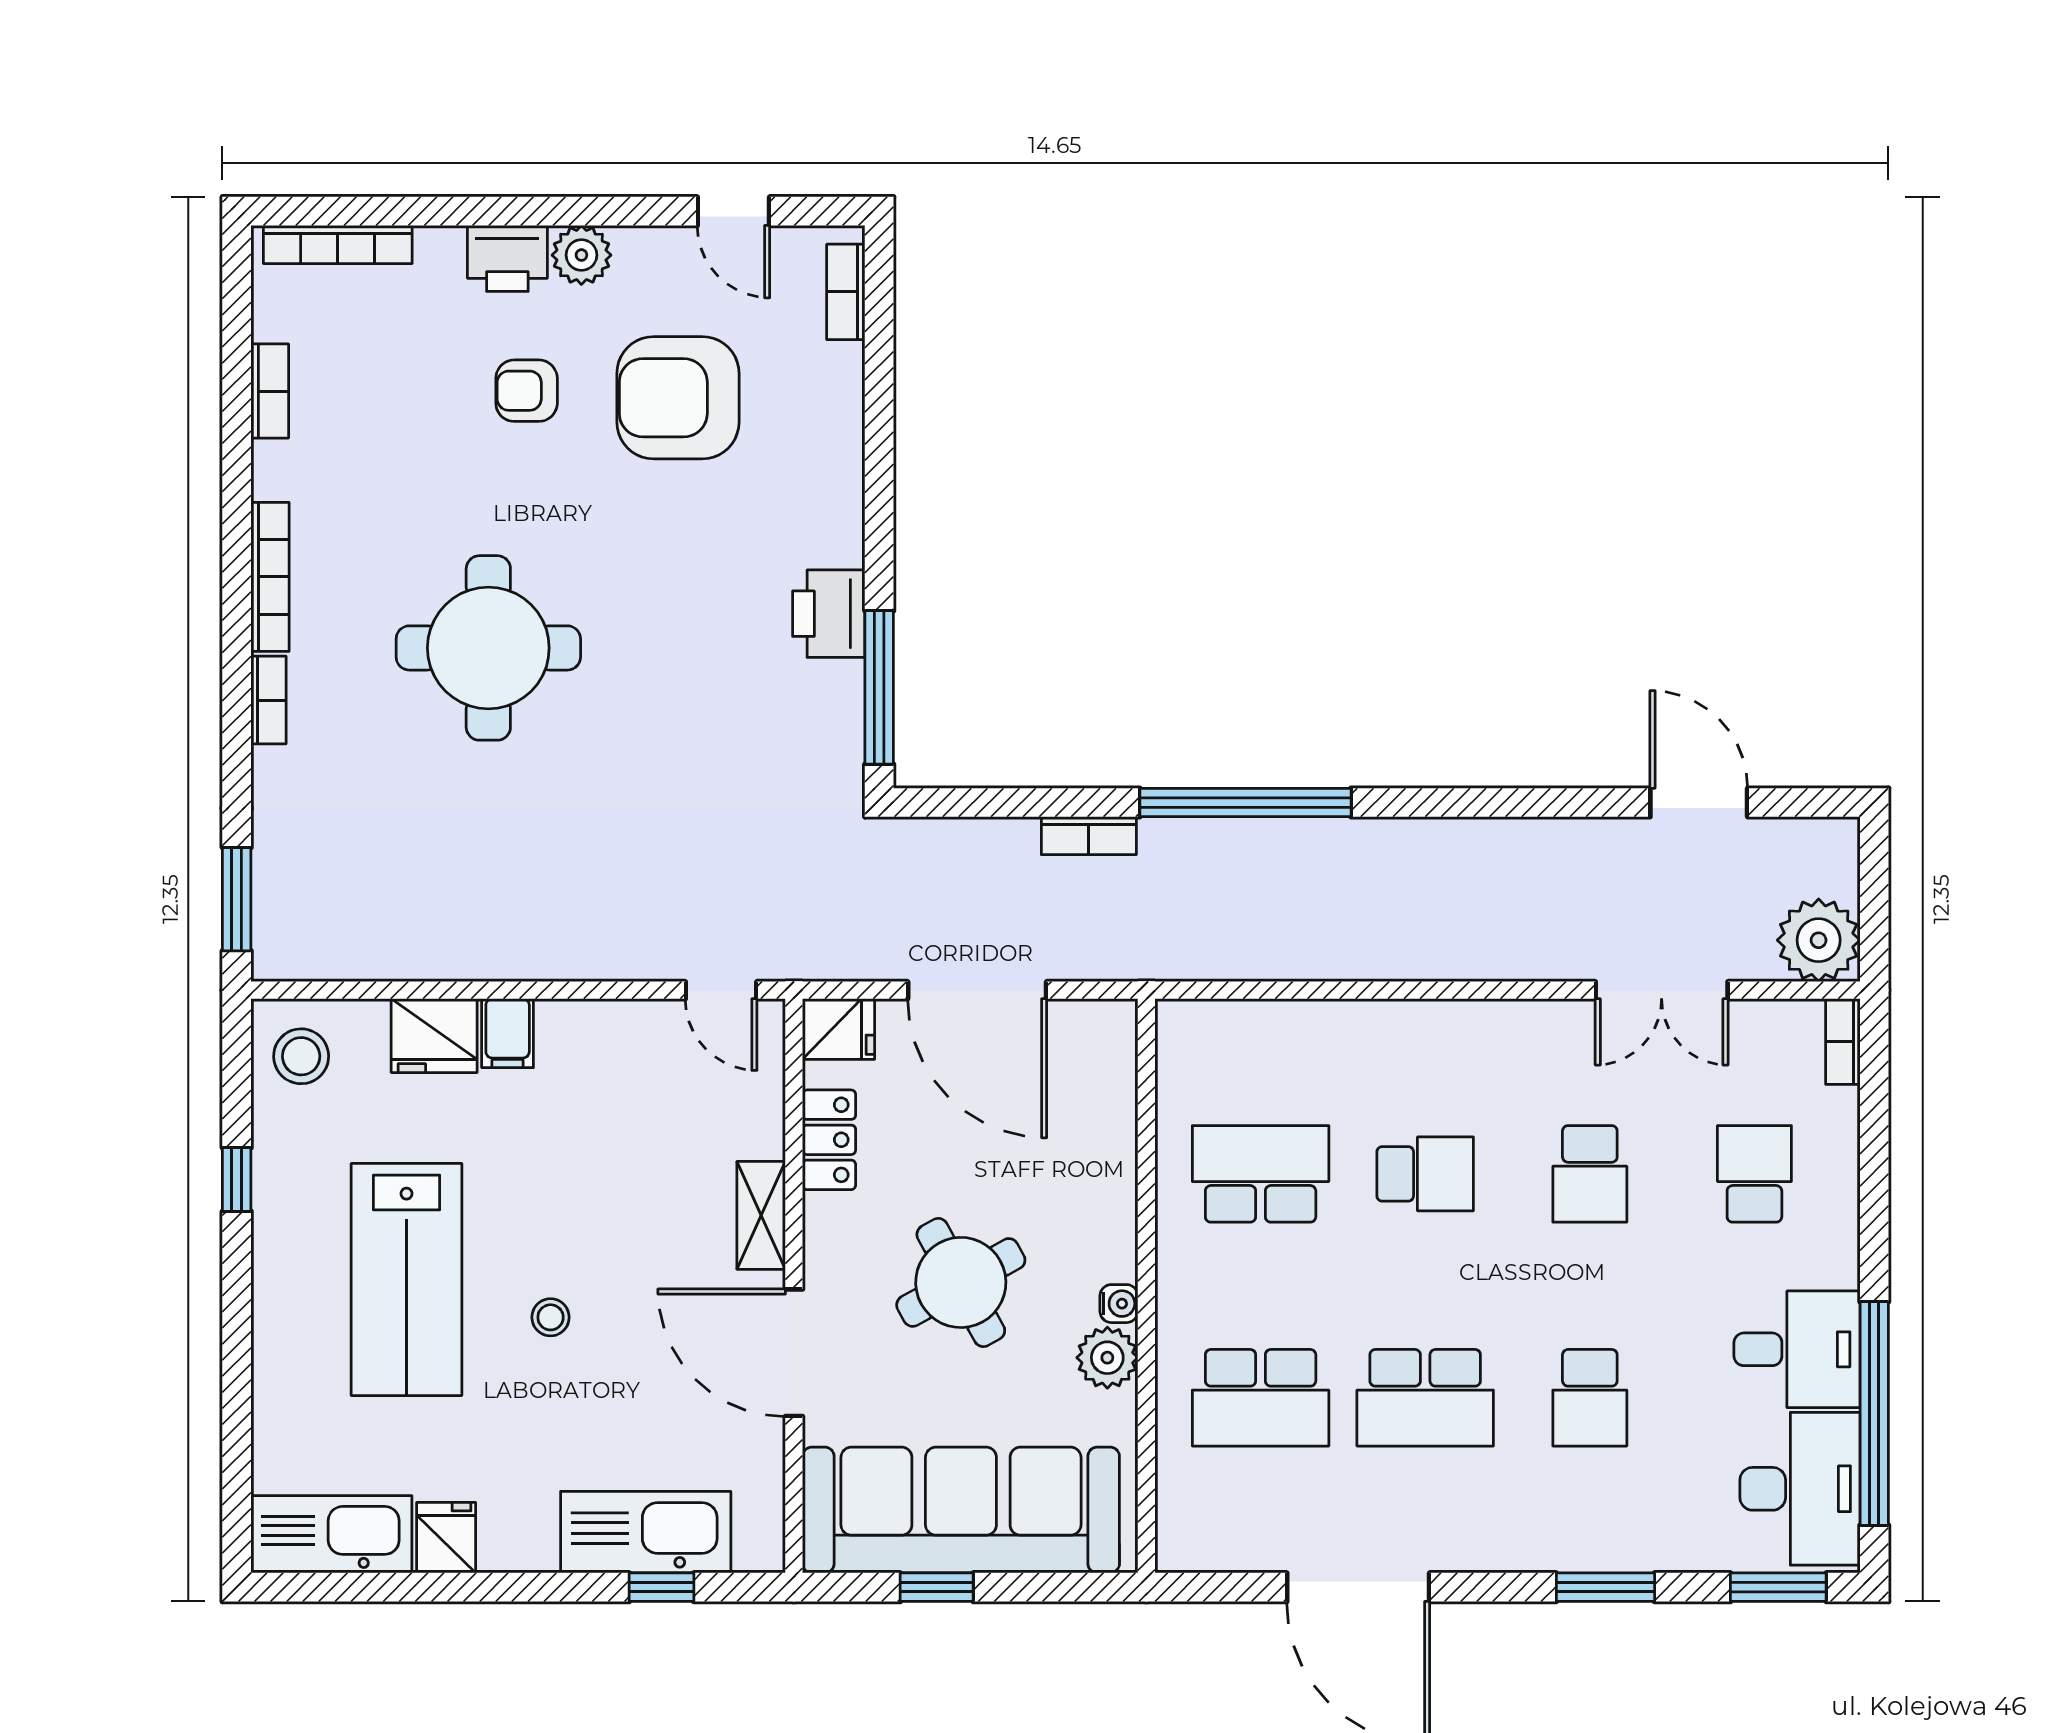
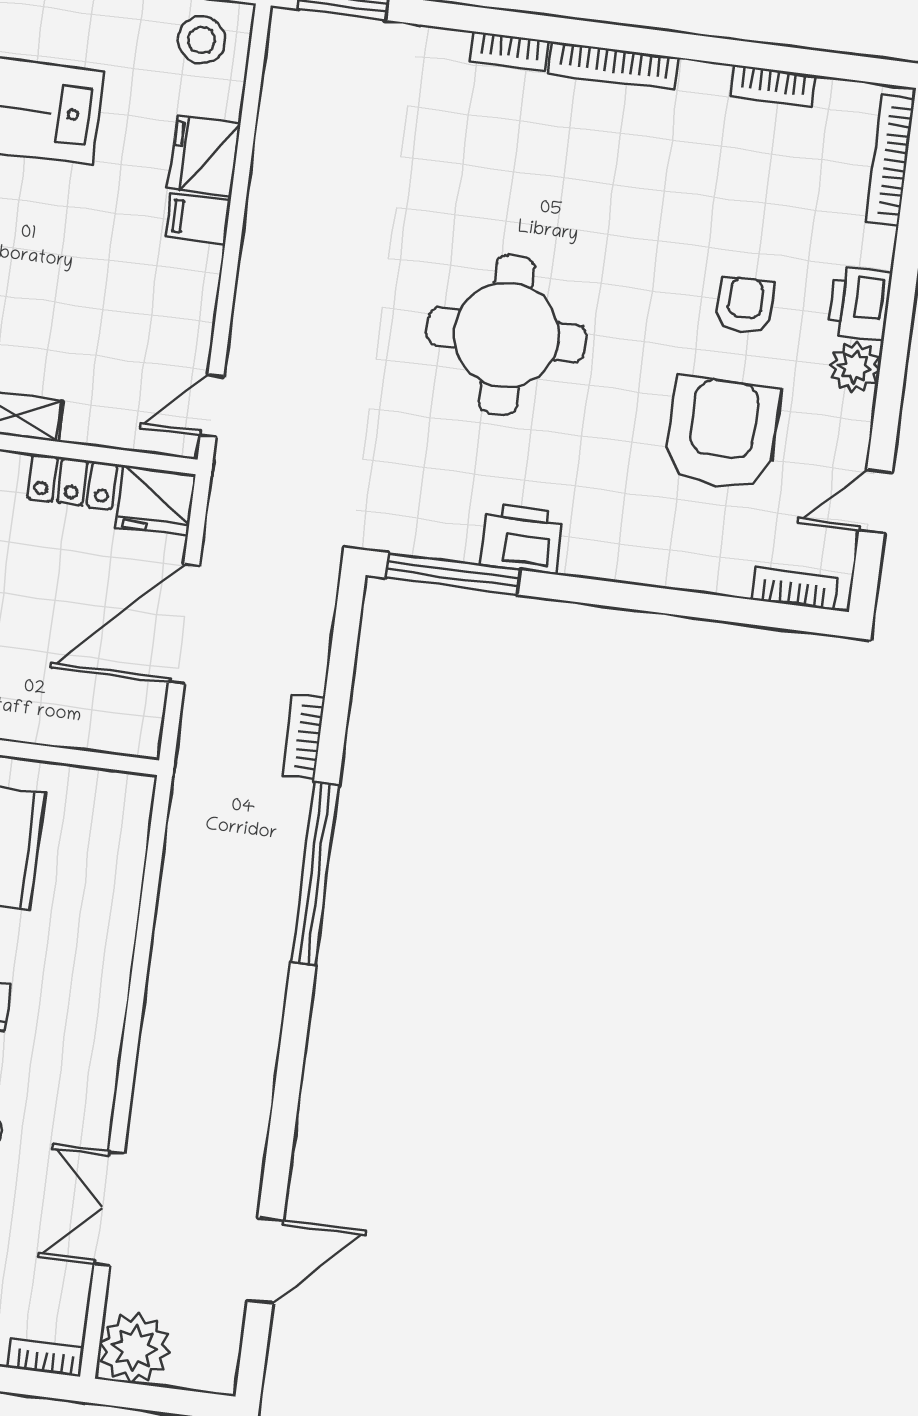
round table: (488, 648) -> (507, 335), moved
fridge: (839, 1029) -> (156, 500), width x1.38

